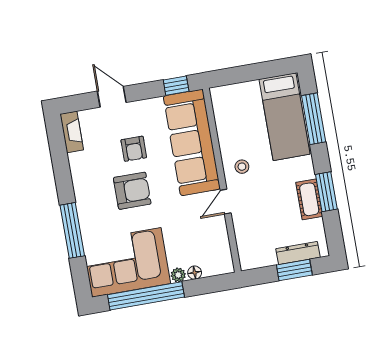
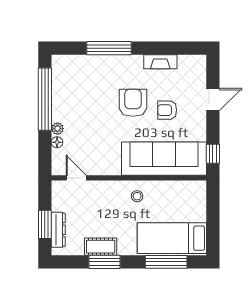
fireplace: (72, 132) -> (160, 62), moved
armchair: (132, 191) -> (133, 103), turned 180
door: (226, 202) -> (76, 178), moved
corner sofa: (126, 262) -> (75, 88), removed

